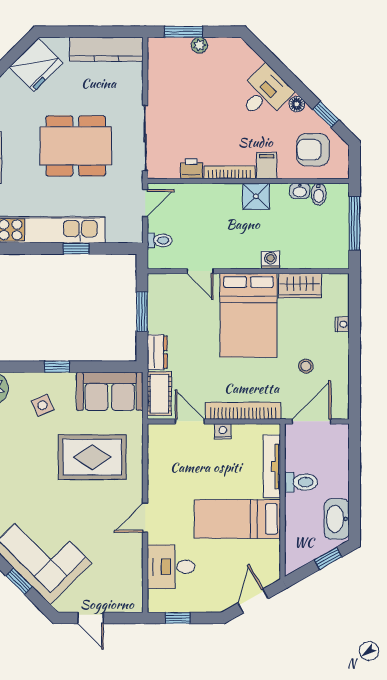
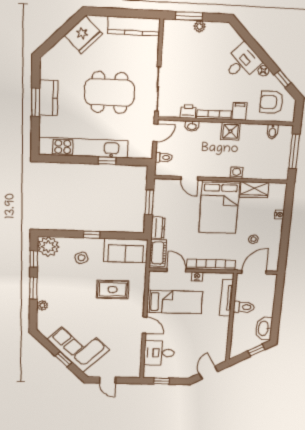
washbasin: (300, 191) -> (192, 126), moved
rug: (92, 457) -> (113, 289), width x0.73, depth x0.70
door: (145, 518) -> (145, 325), swing flipped
bed: (237, 519) -> (175, 302), moved, turned 180

